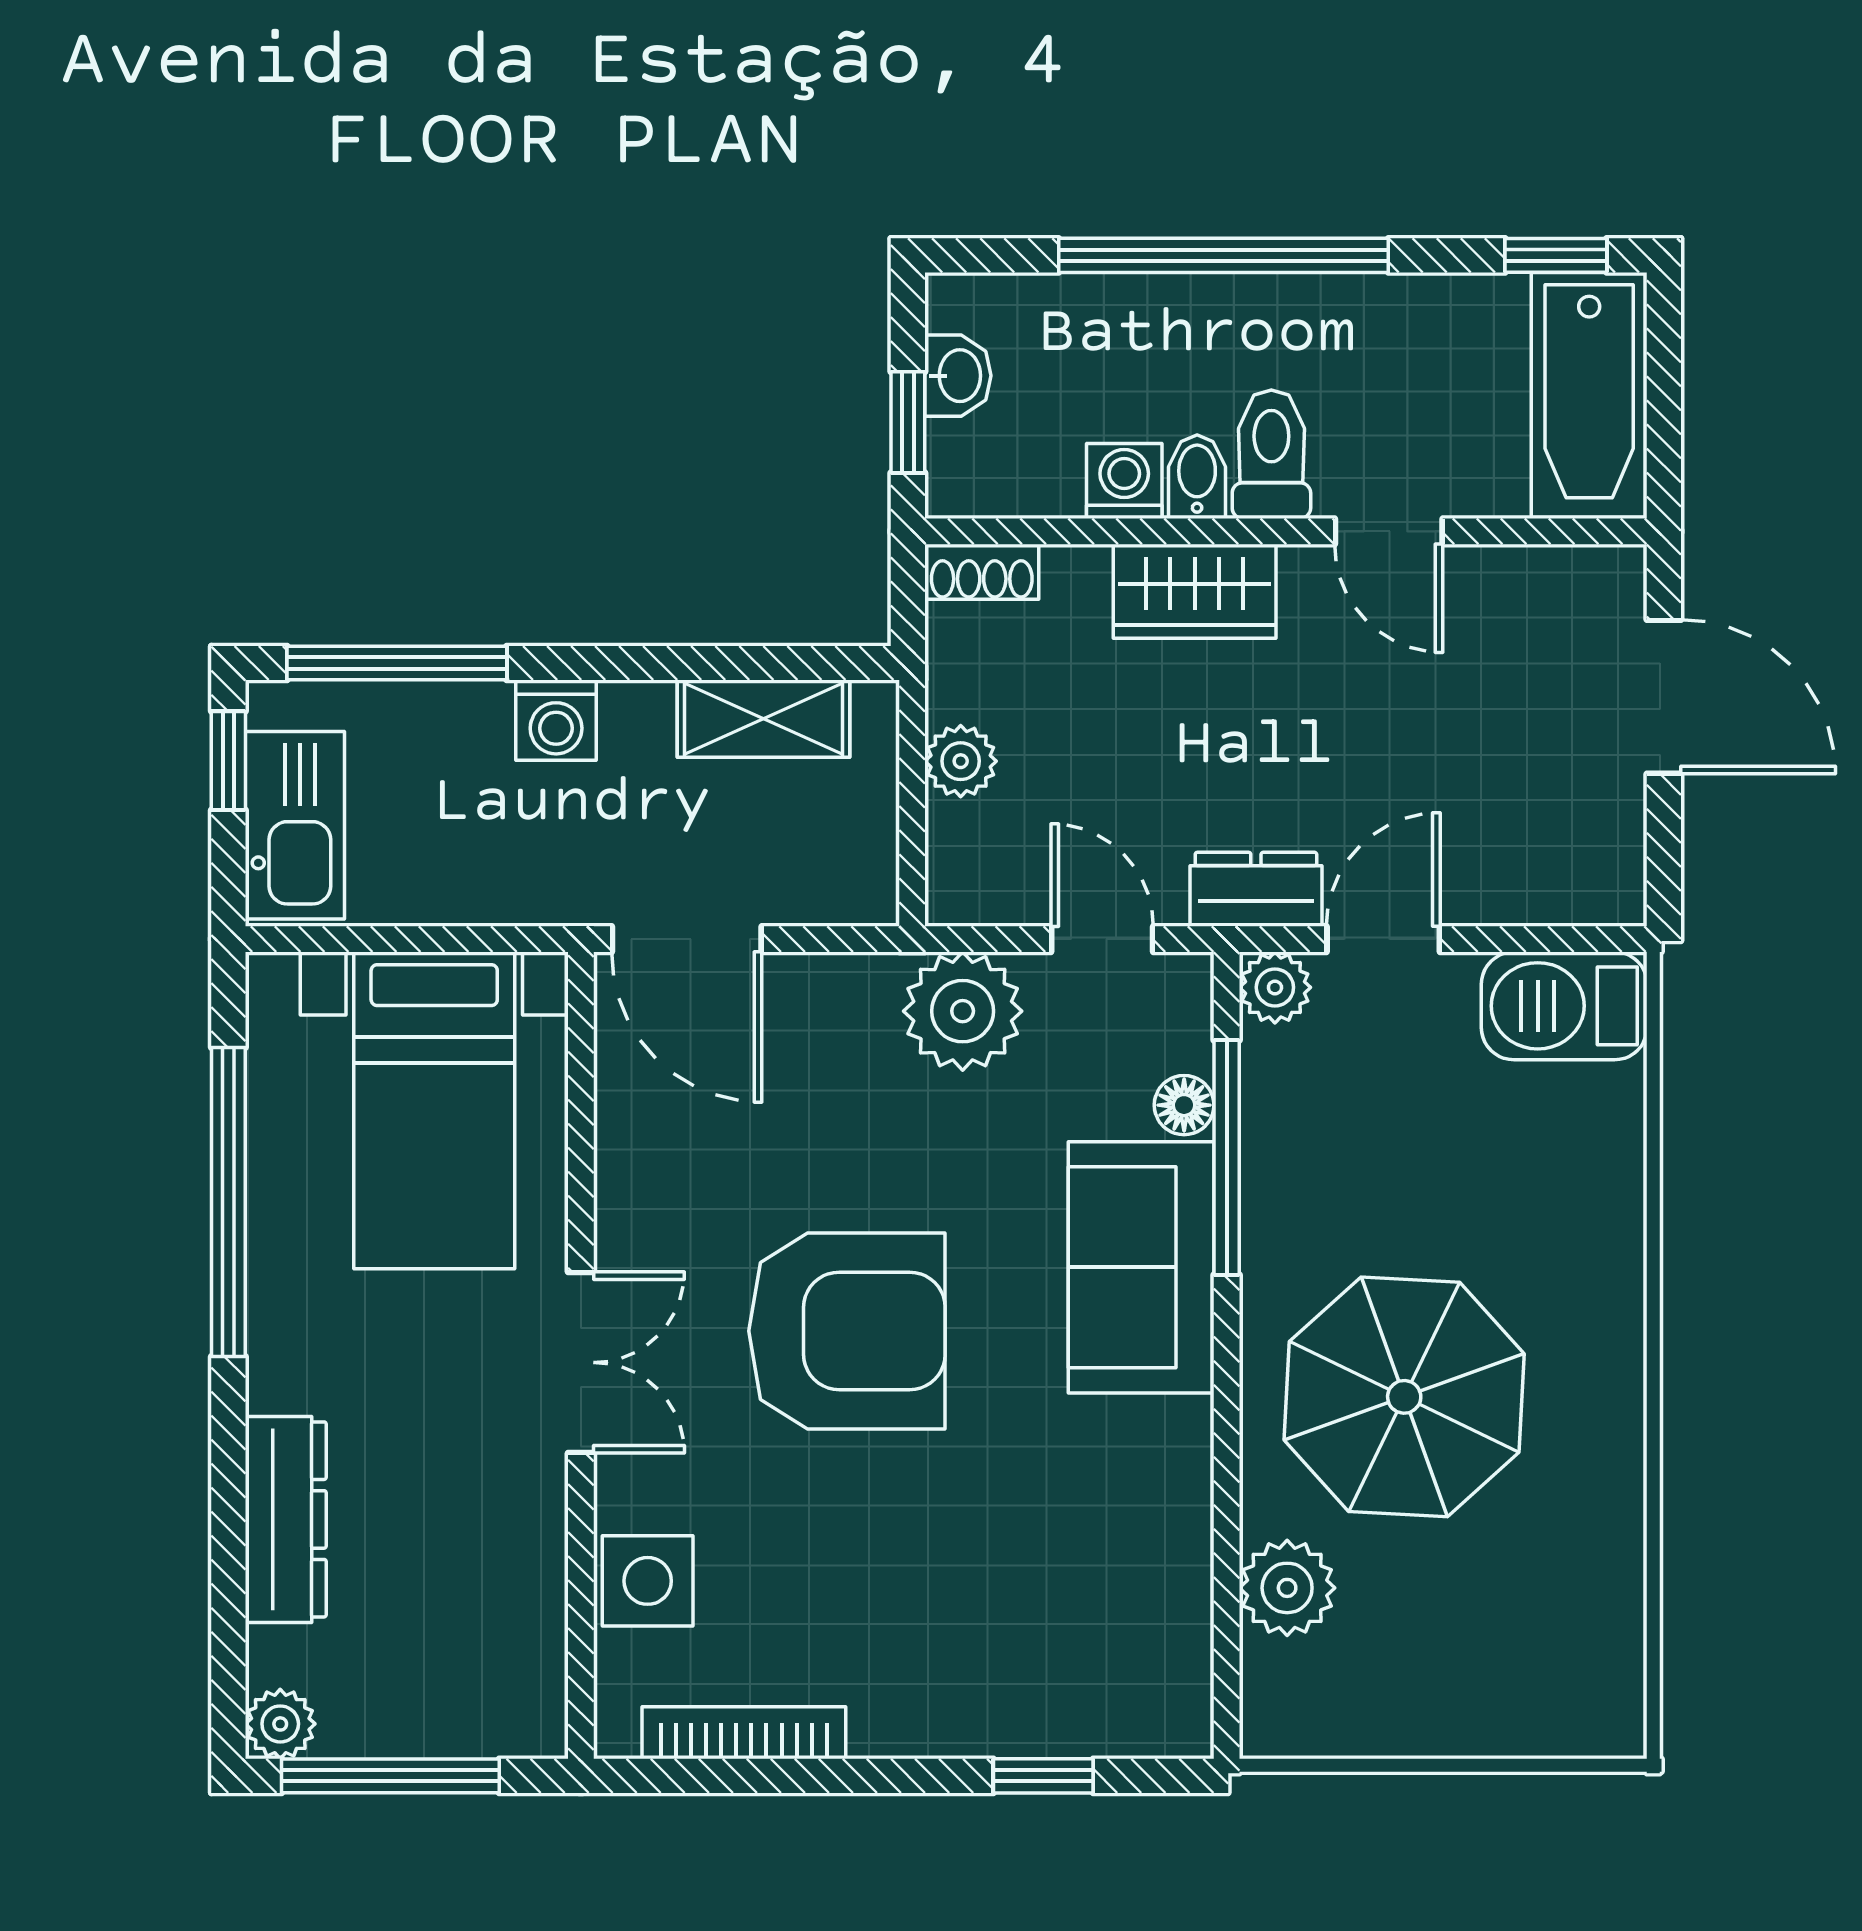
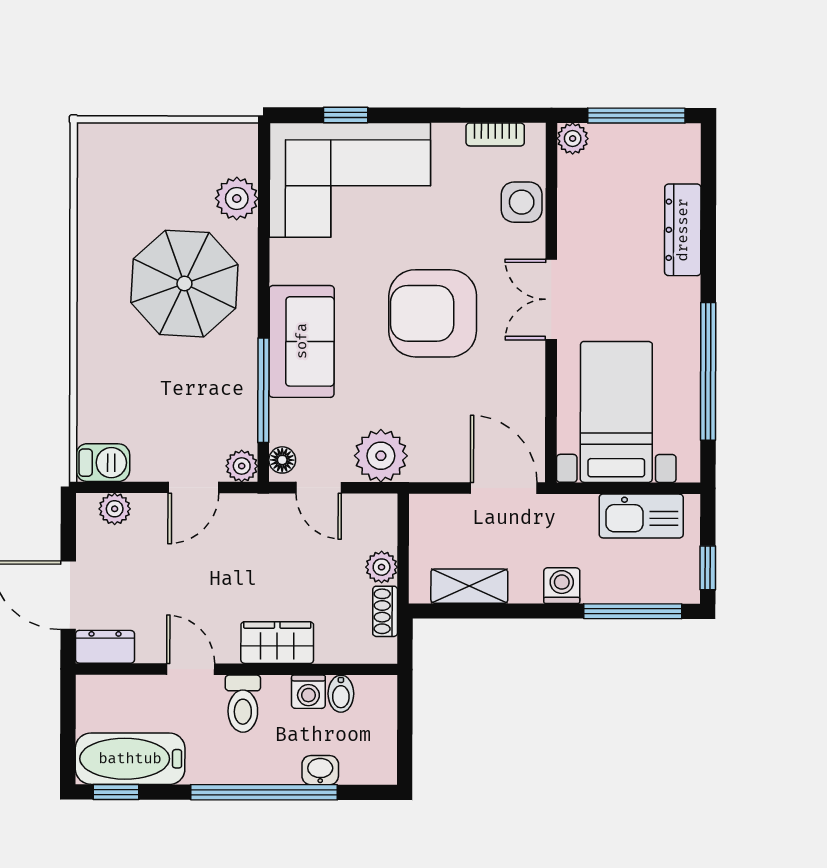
washbasin: (958, 376) -> (320, 770), moved, turned 90
bathtub: (1589, 395) -> (130, 759), moved, turned -90
window: (908, 422) -> (405, 718), removed
bidet: (1197, 477) -> (341, 694), moved
shoe rack: (982, 572) -> (385, 611), moved, turned -90
kitchen sink: (295, 825) -> (641, 516), moved, turned -90
dresser: (1256, 889) -> (105, 647), moved, turned 180
plant: (1560, 891) -> (115, 509), added
barbecue: (1564, 1006) -> (103, 463), width x0.73, depth x0.79
floor lamp: (1184, 1105) -> (282, 460), moved
corner sofa: (1033, 1630) -> (350, 180), added
plant: (280, 1724) -> (573, 138), moved
bookcase: (744, 1733) -> (495, 134), width x0.64

